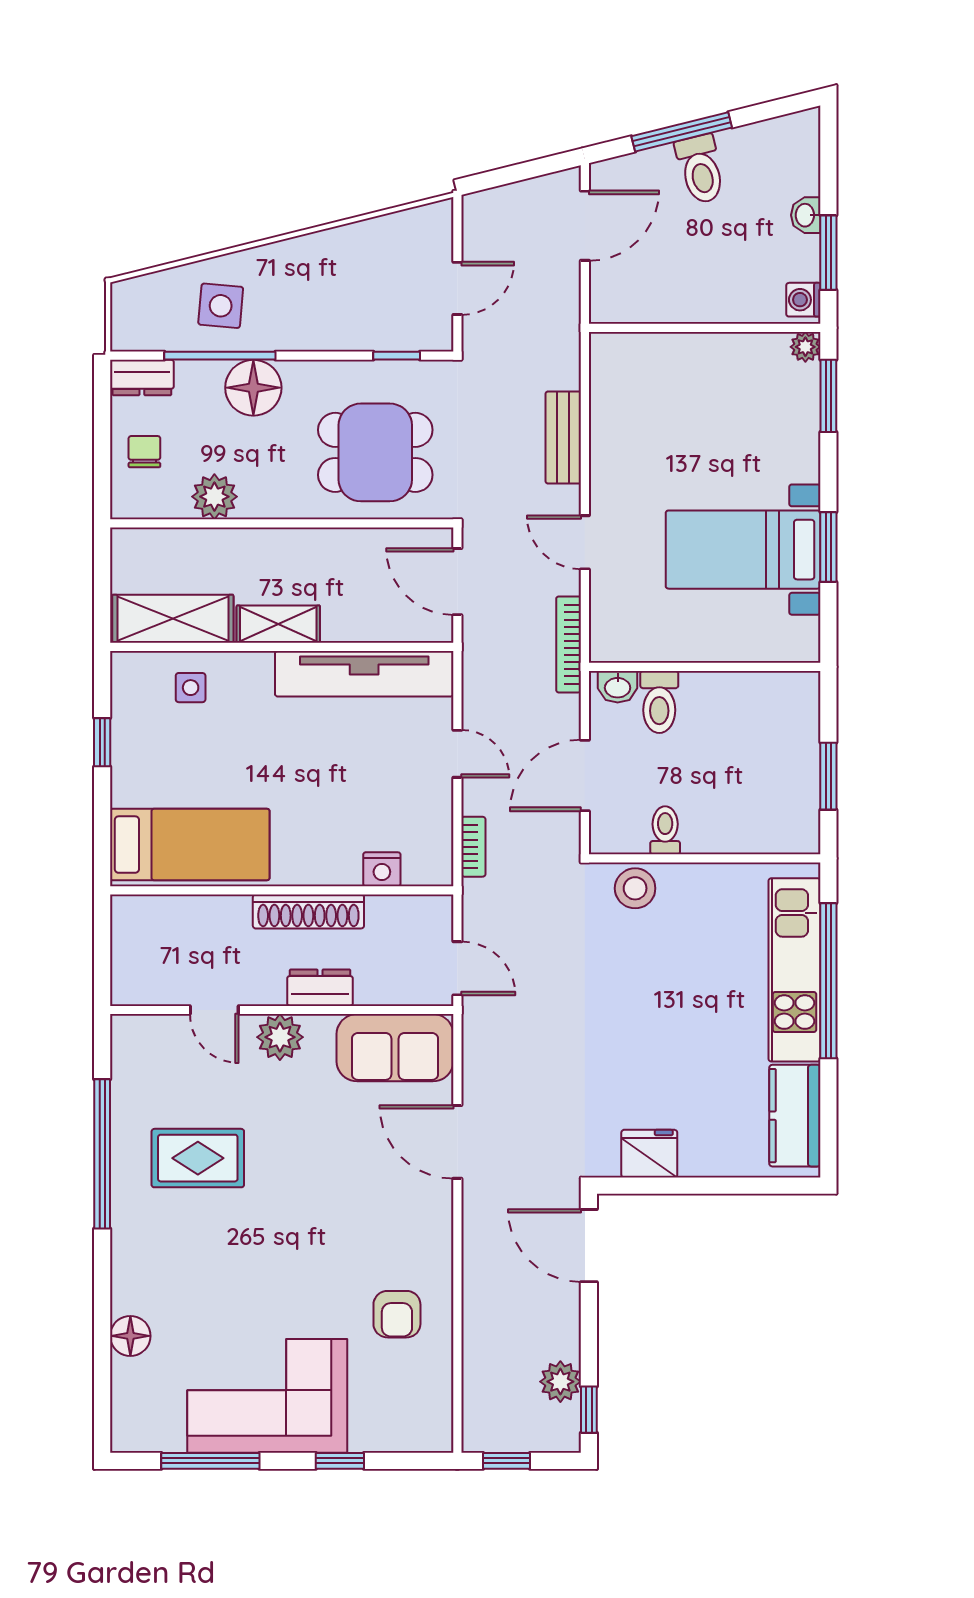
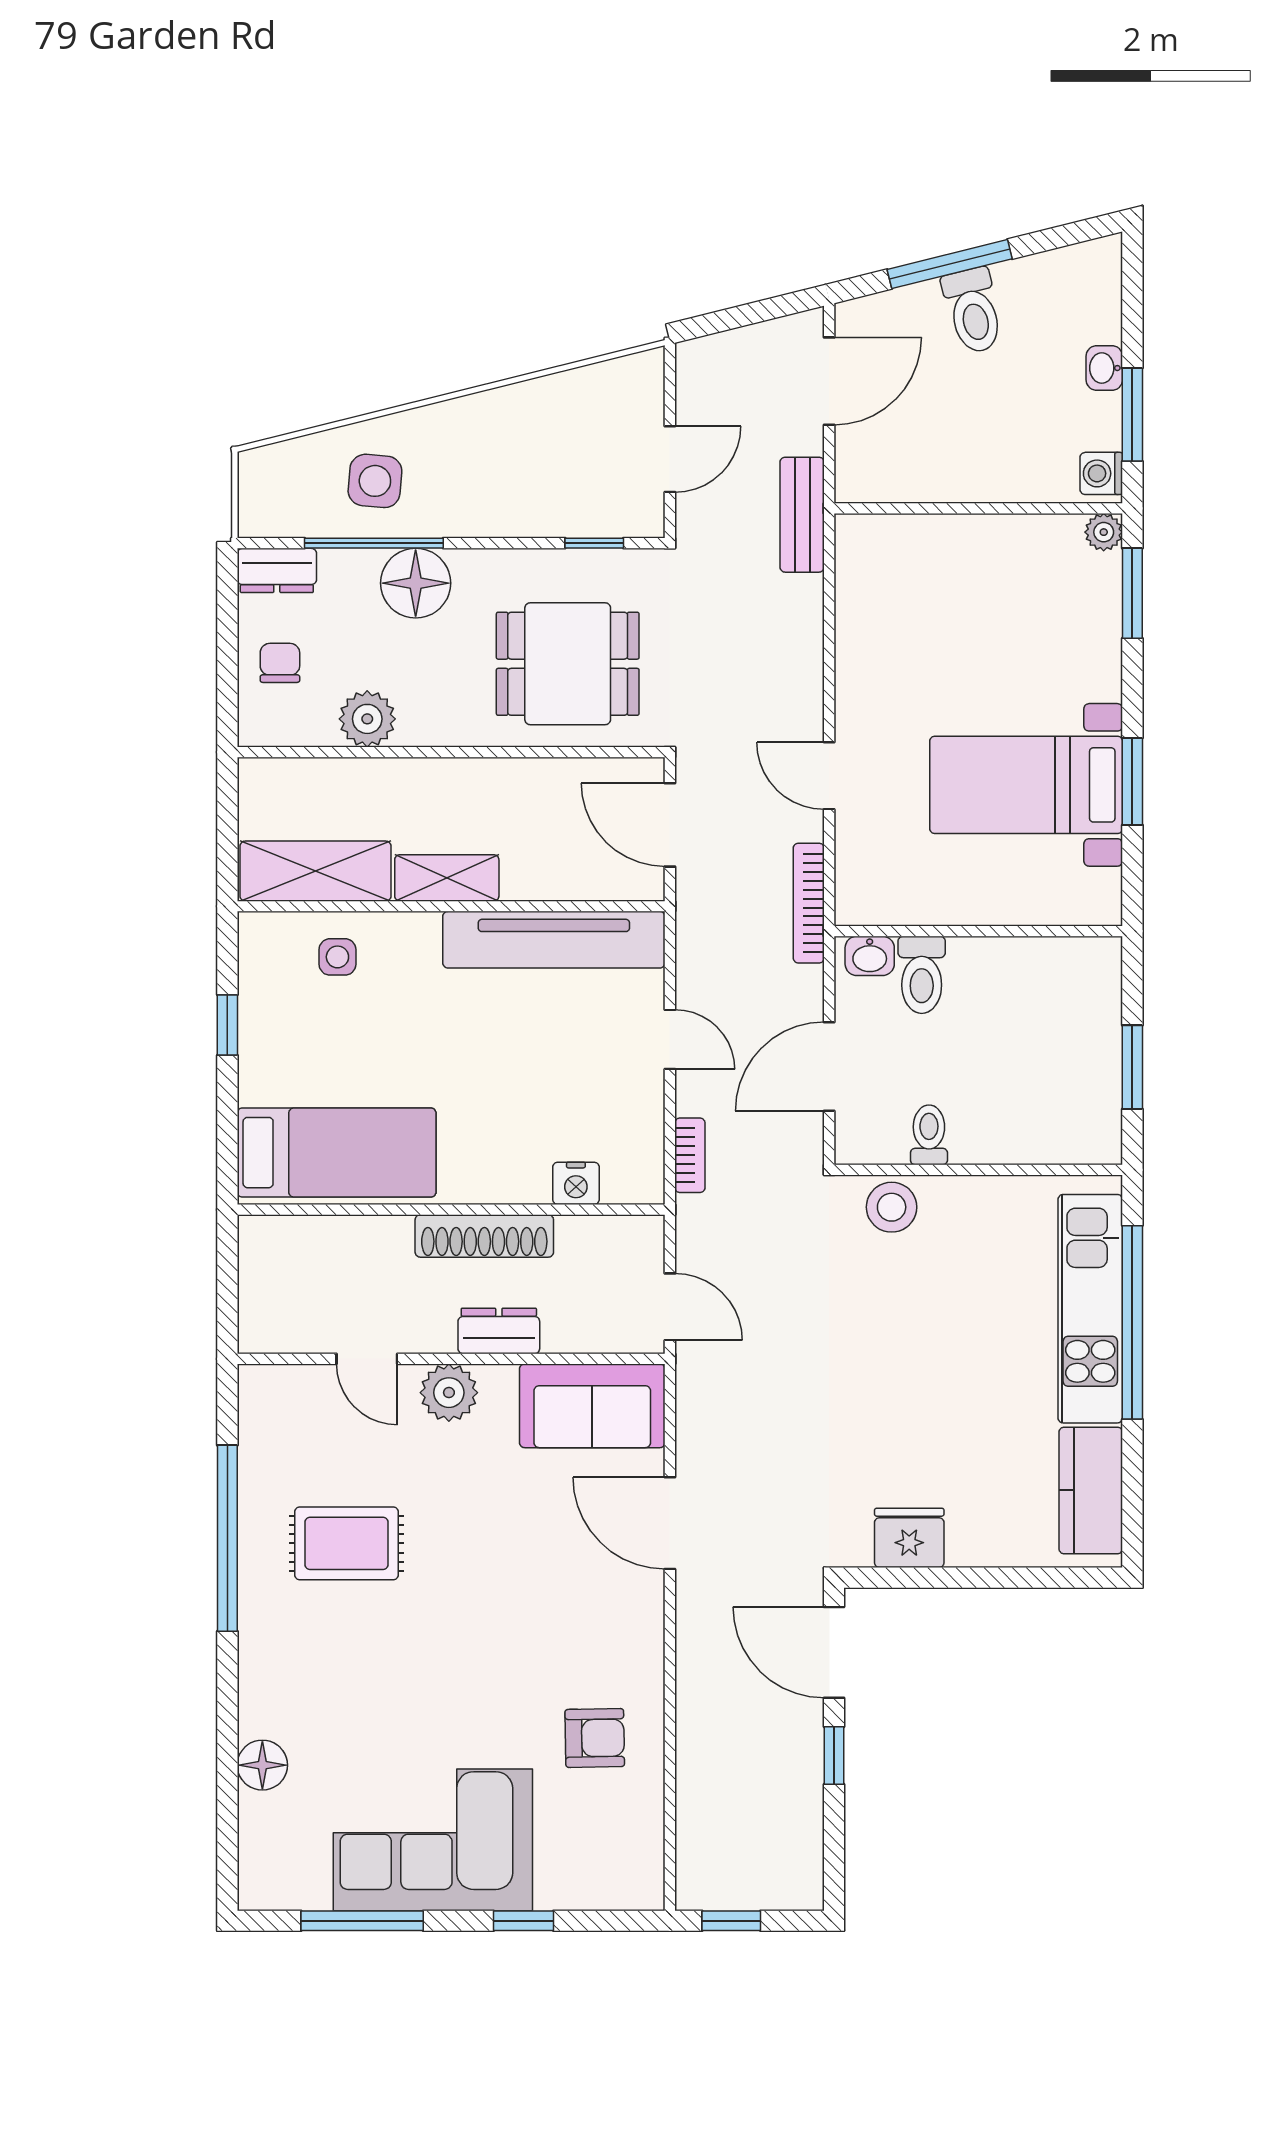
bench: (563, 438) -> (802, 515), moved
armchair: (397, 1314) -> (595, 1738), turned -91
plant: (560, 1382) -> (798, 1822), removed
window: (589, 1410) -> (834, 1755), moved

